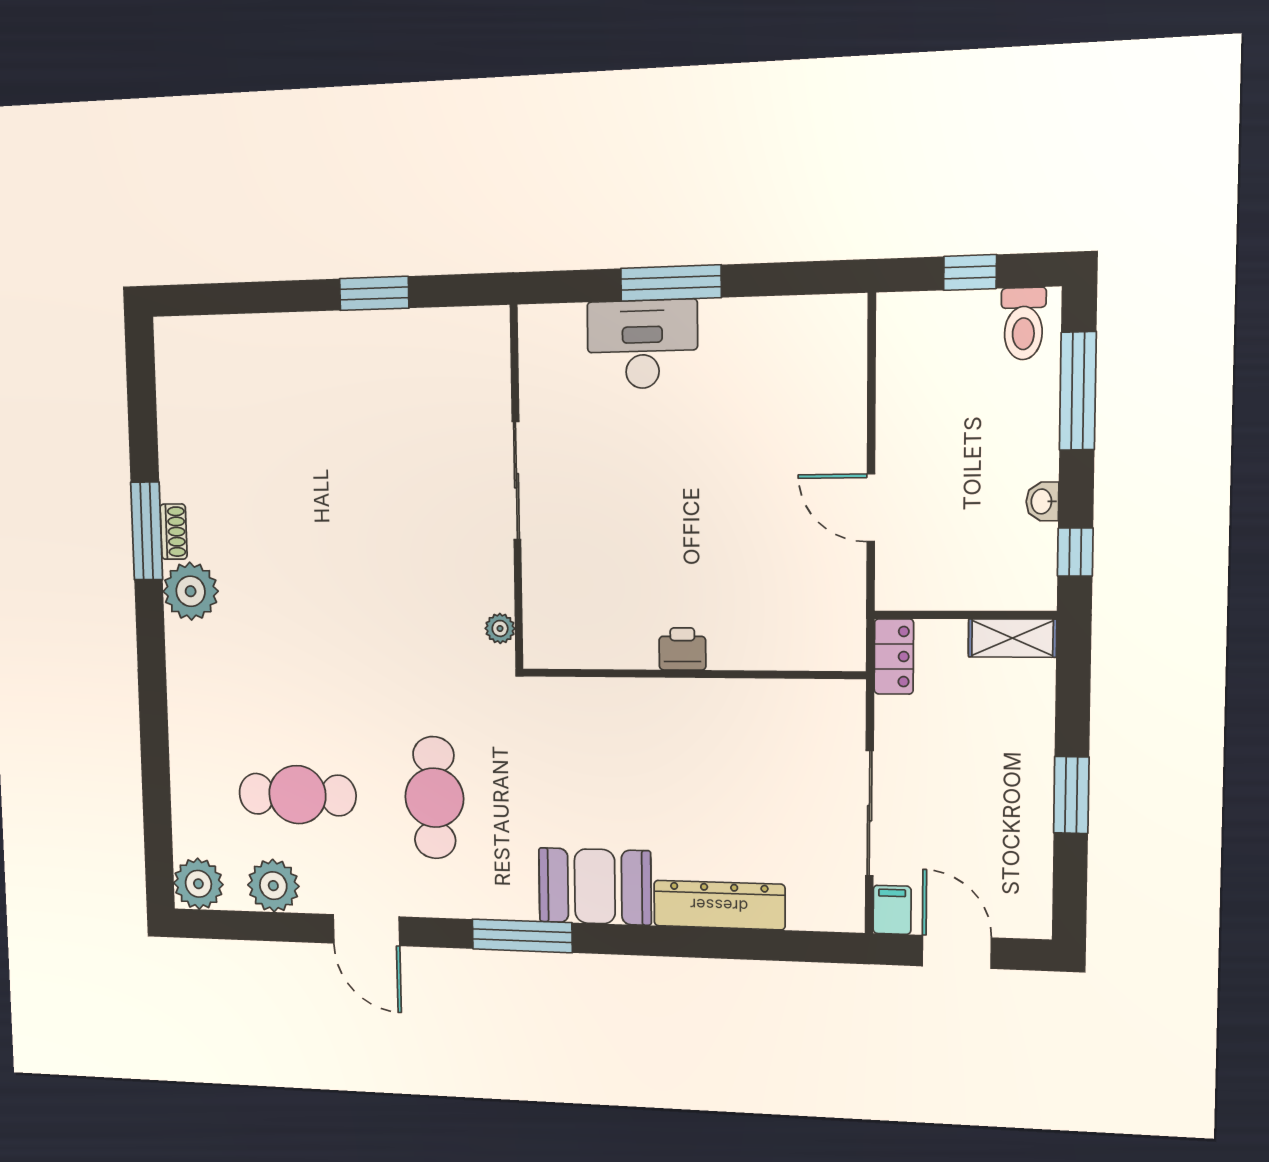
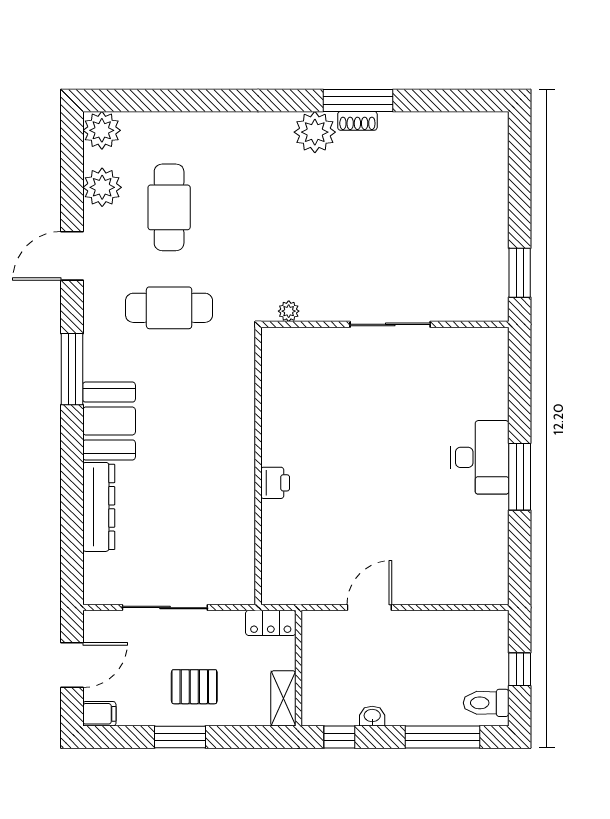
sliding door: (516, 481) -> (390, 324), moved
wall: (517, 489) -> (385, 324), moved
plant: (500, 628) -> (289, 311), moved
pallet: (992, 772) -> (194, 687), added
filing cabinet: (892, 910) -> (99, 714), moved

